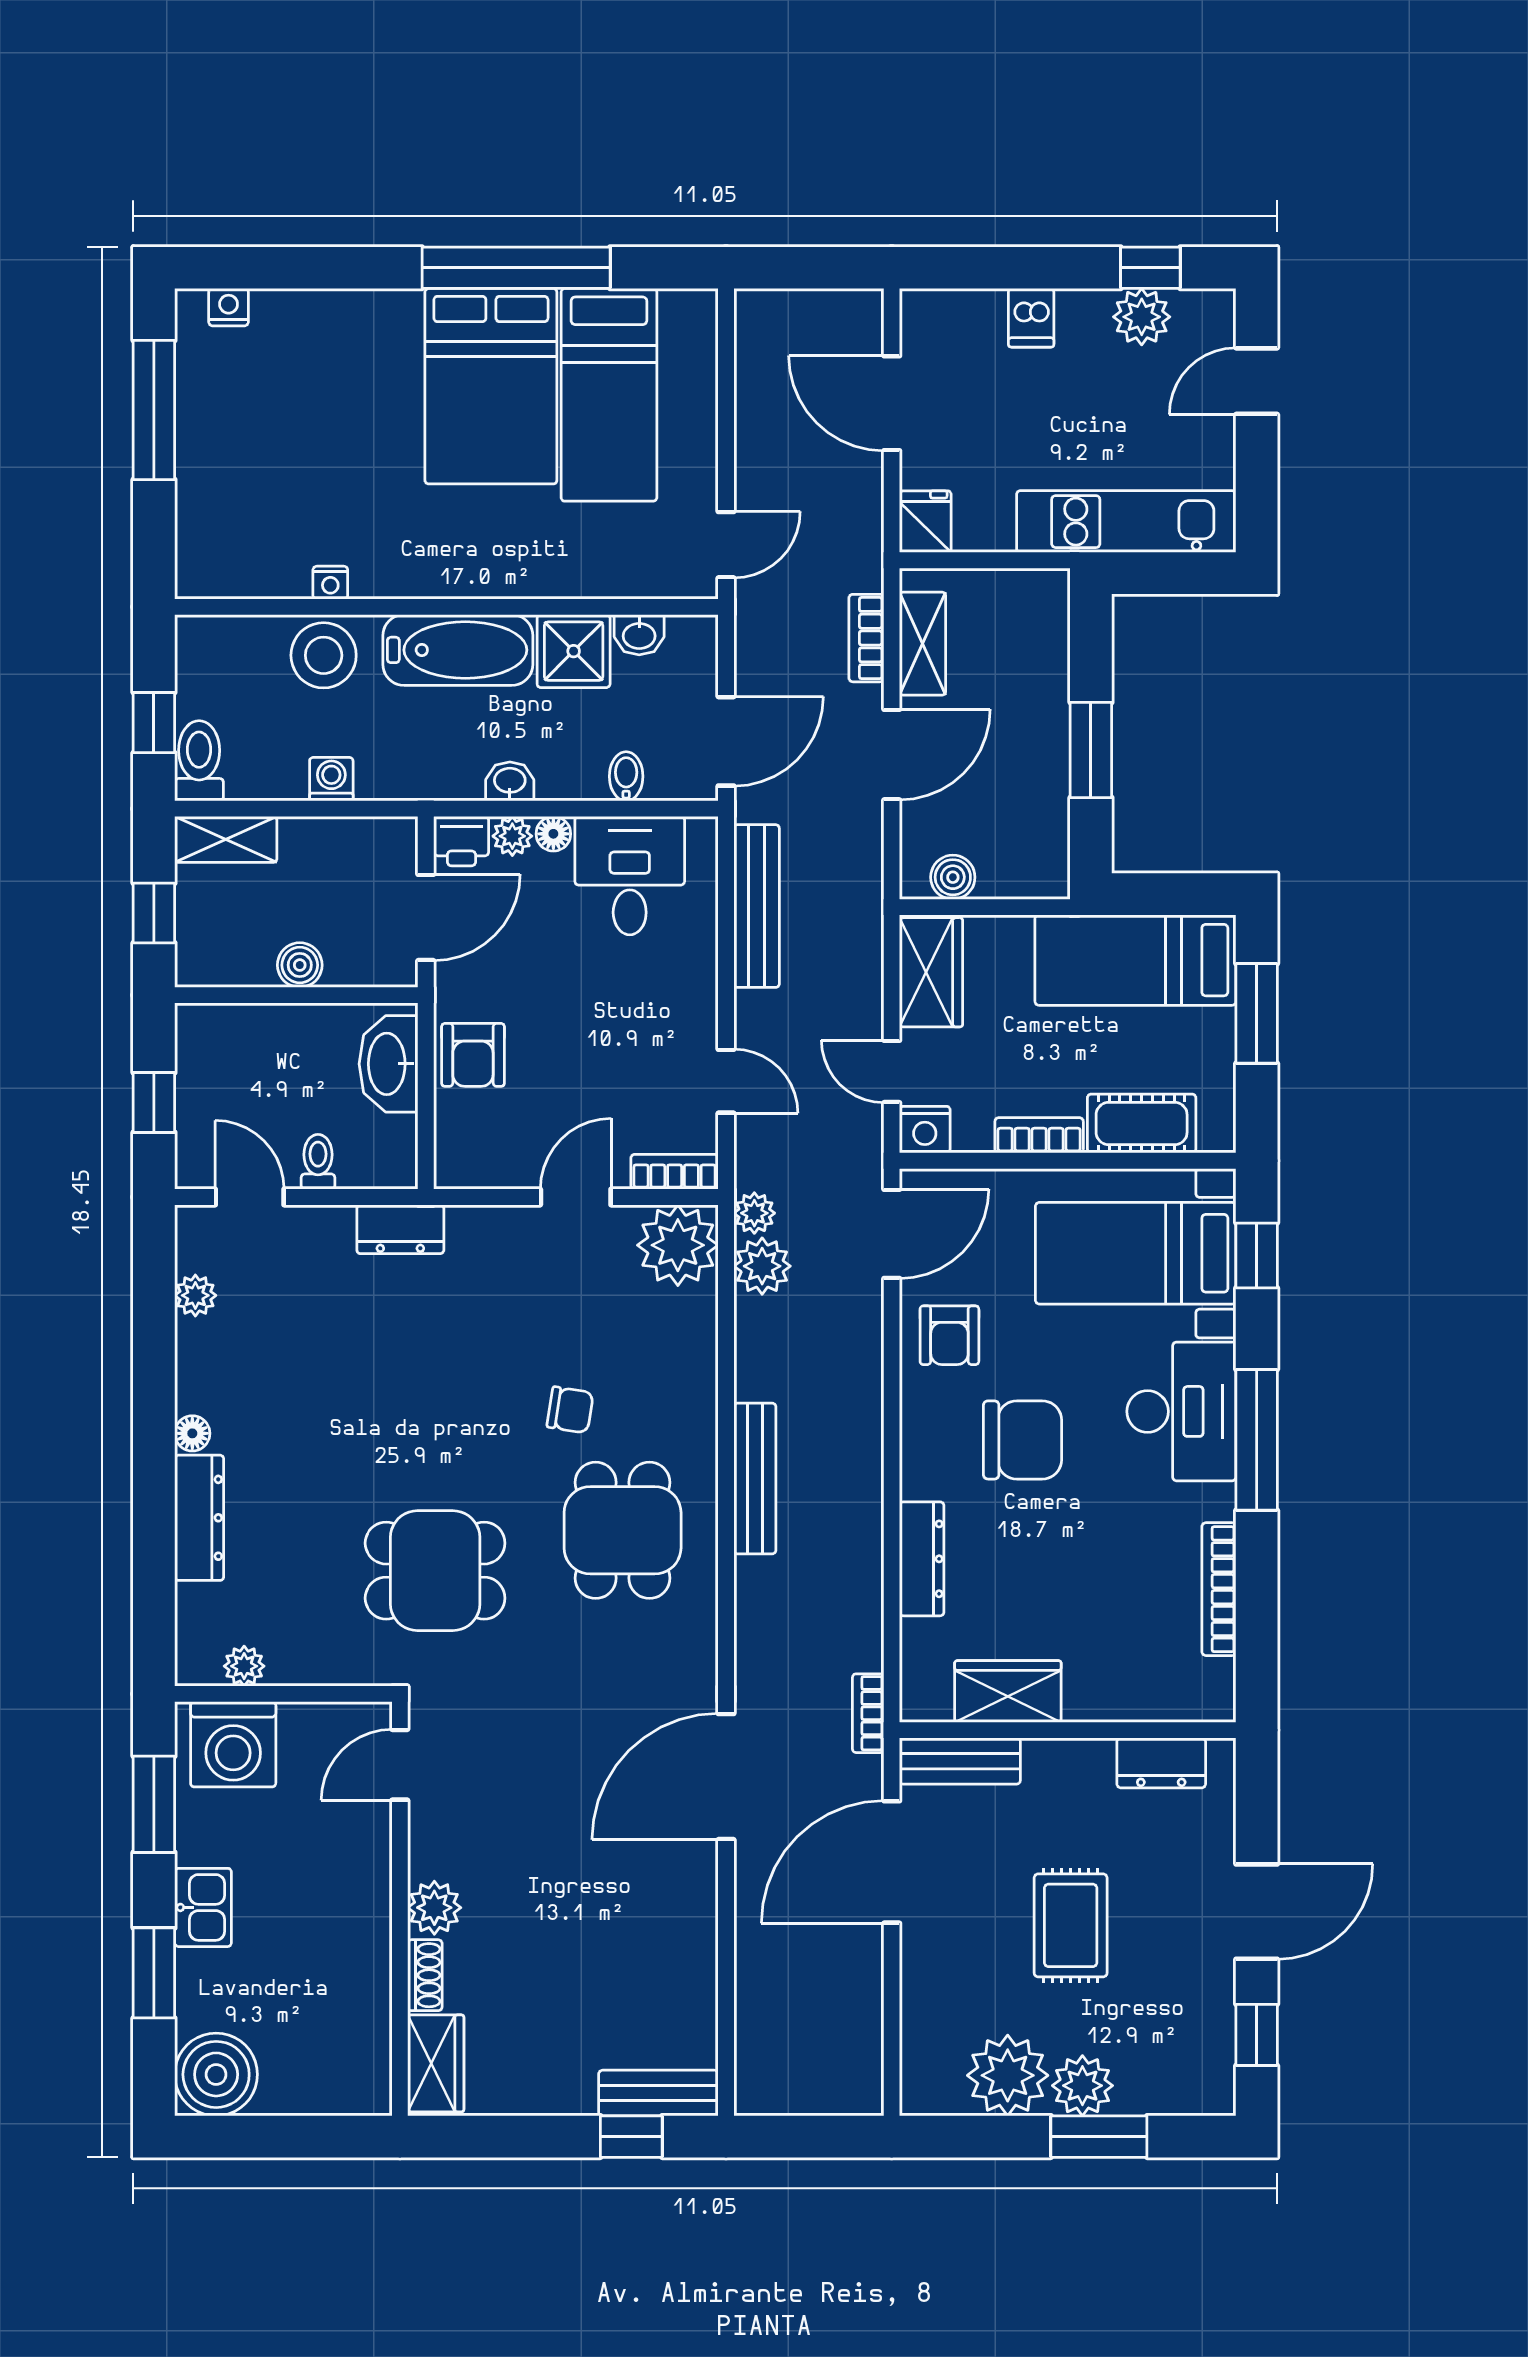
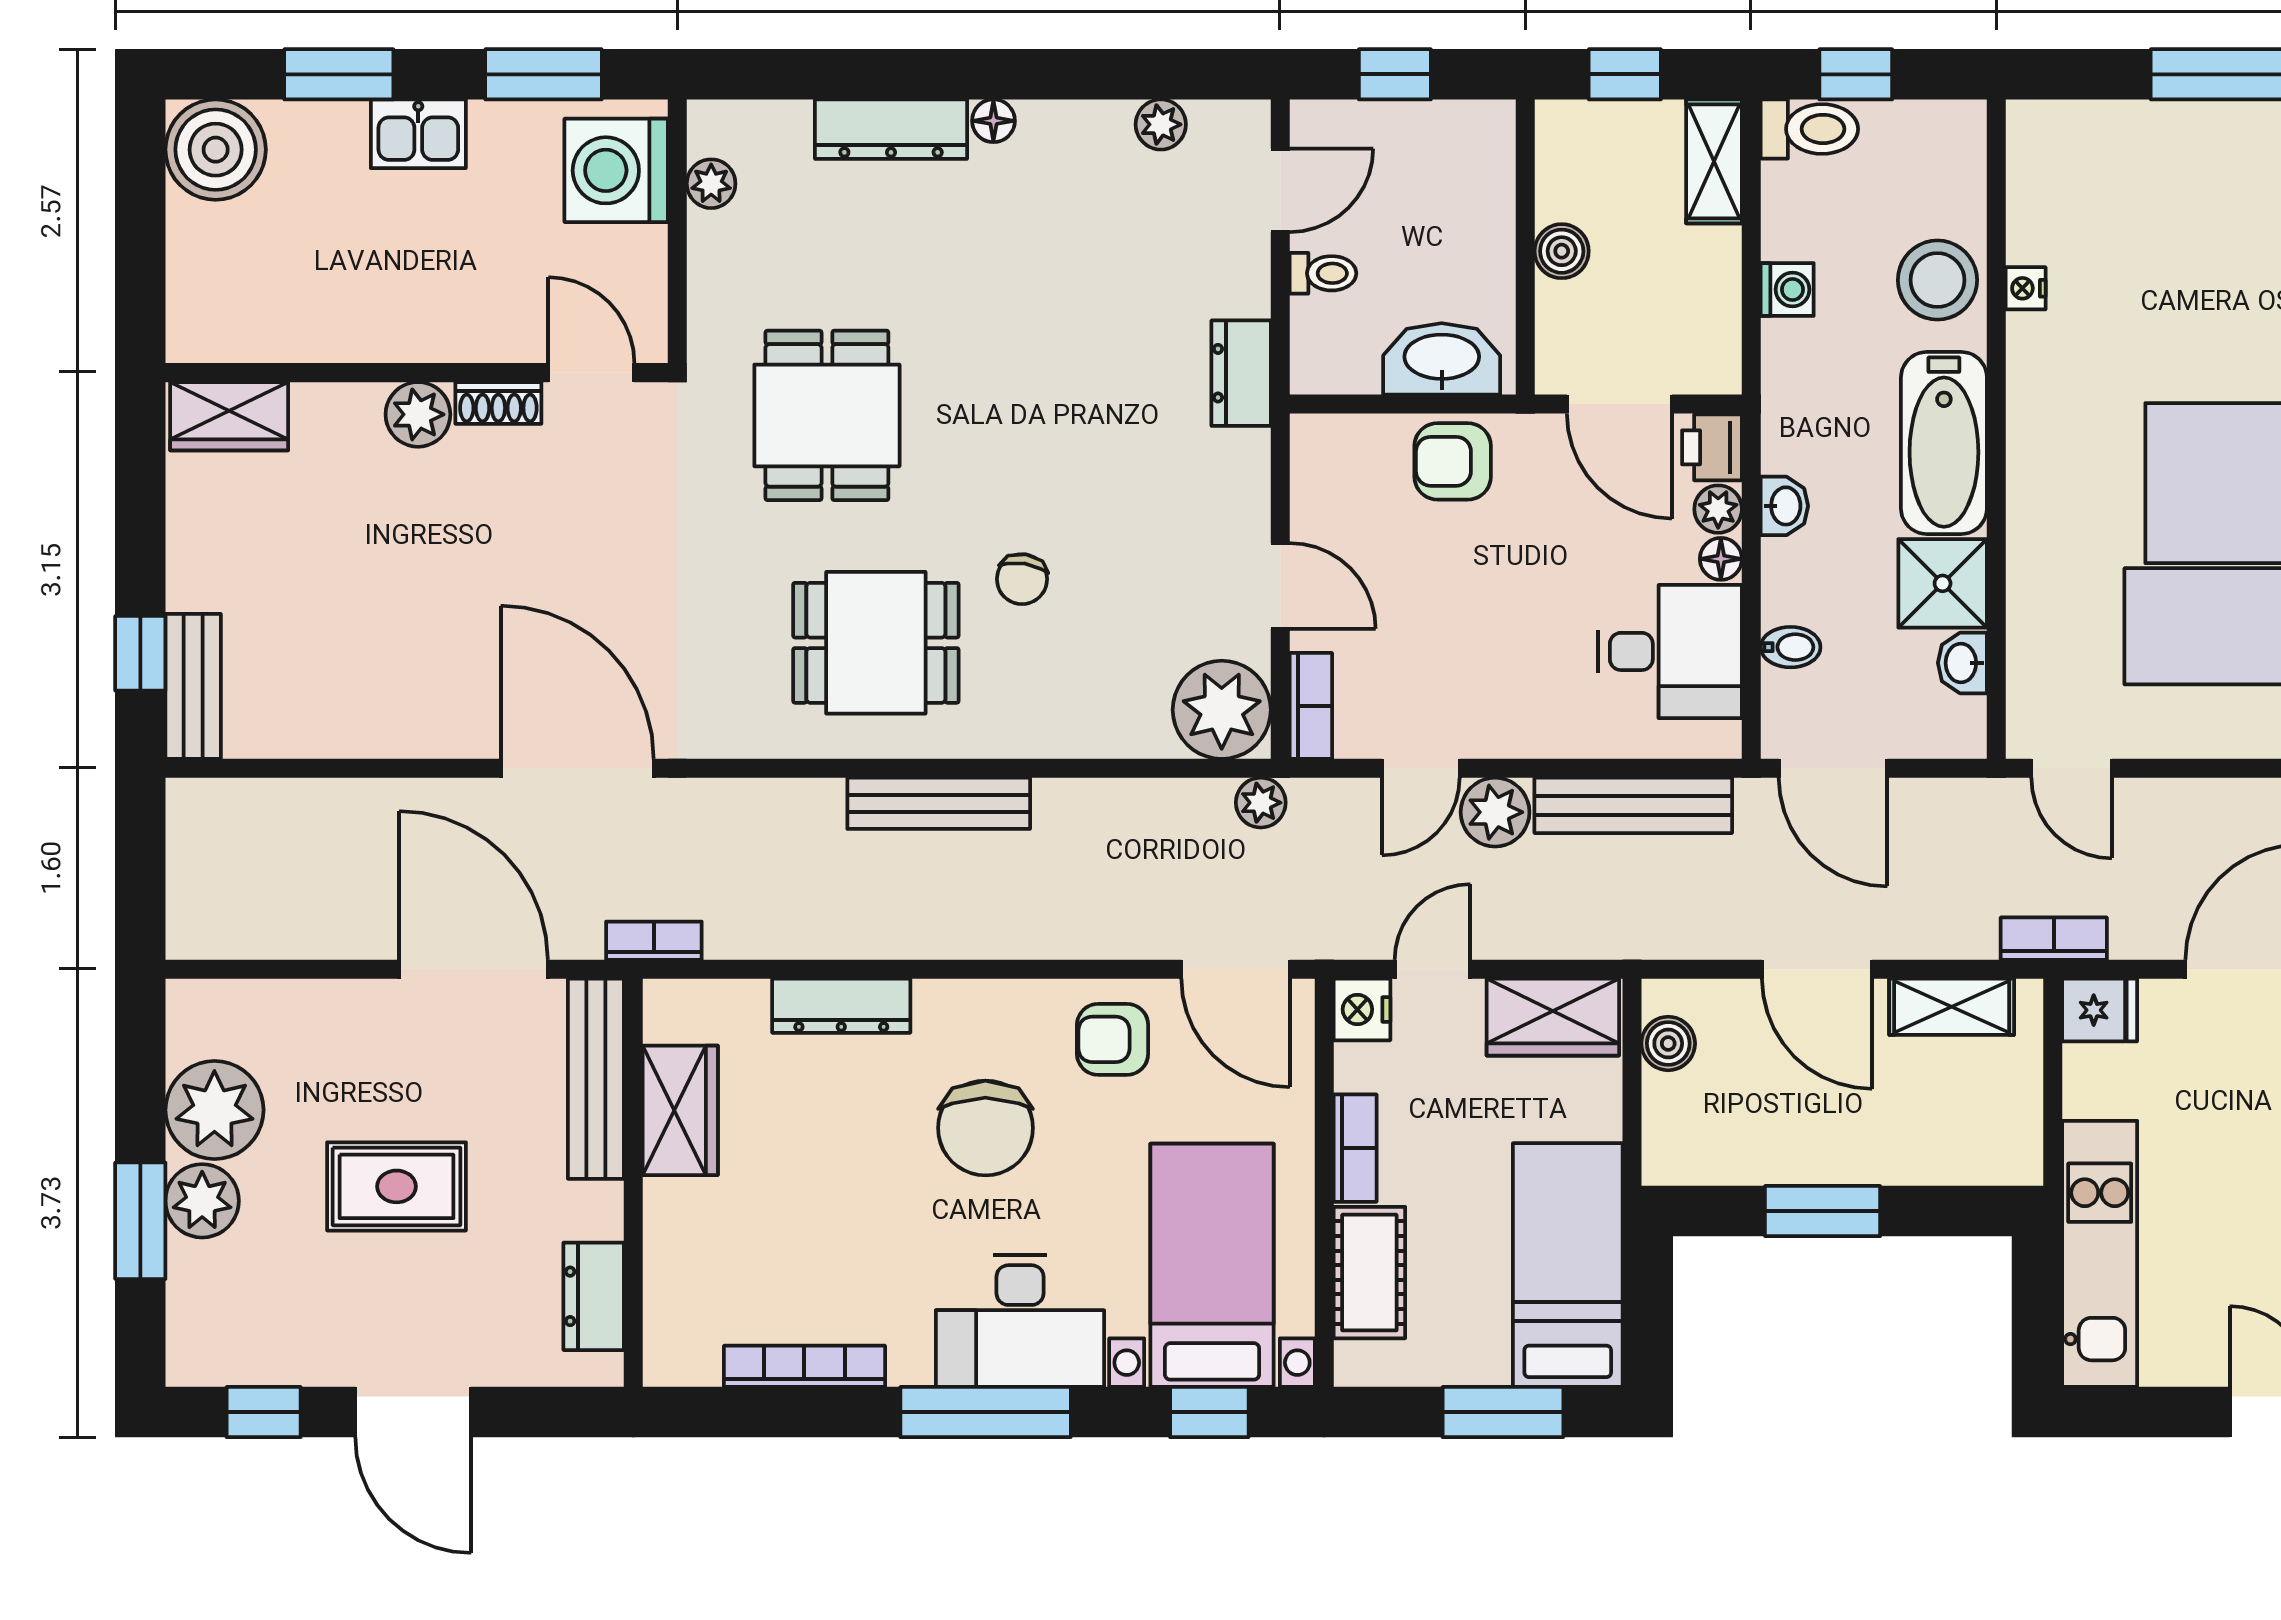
bookcase: (866, 638) -> (2054, 939), moved
plant: (762, 1266) -> (1495, 812), moved
bench: (960, 1761) -> (596, 1079), width x1.36
shoe rack: (425, 1975) -> (498, 403), moved

